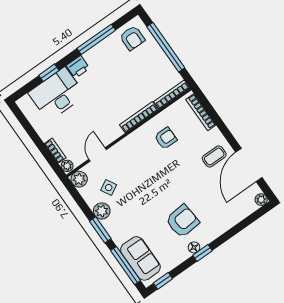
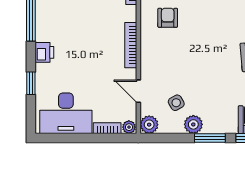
desk: (57, 94) -> (66, 113), moved, turned -90
bookcase: (139, 117) -> (131, 45), moved

